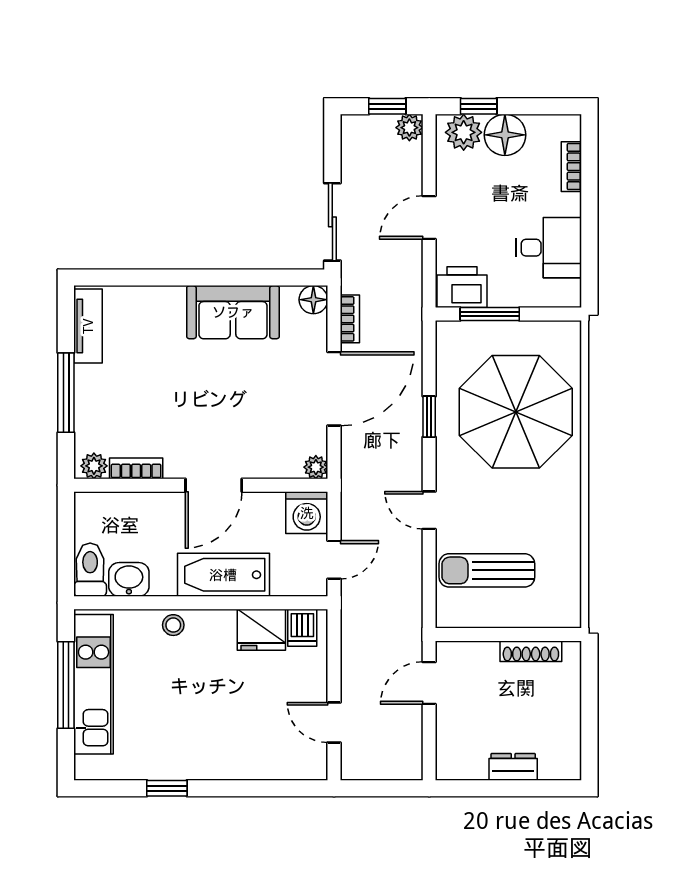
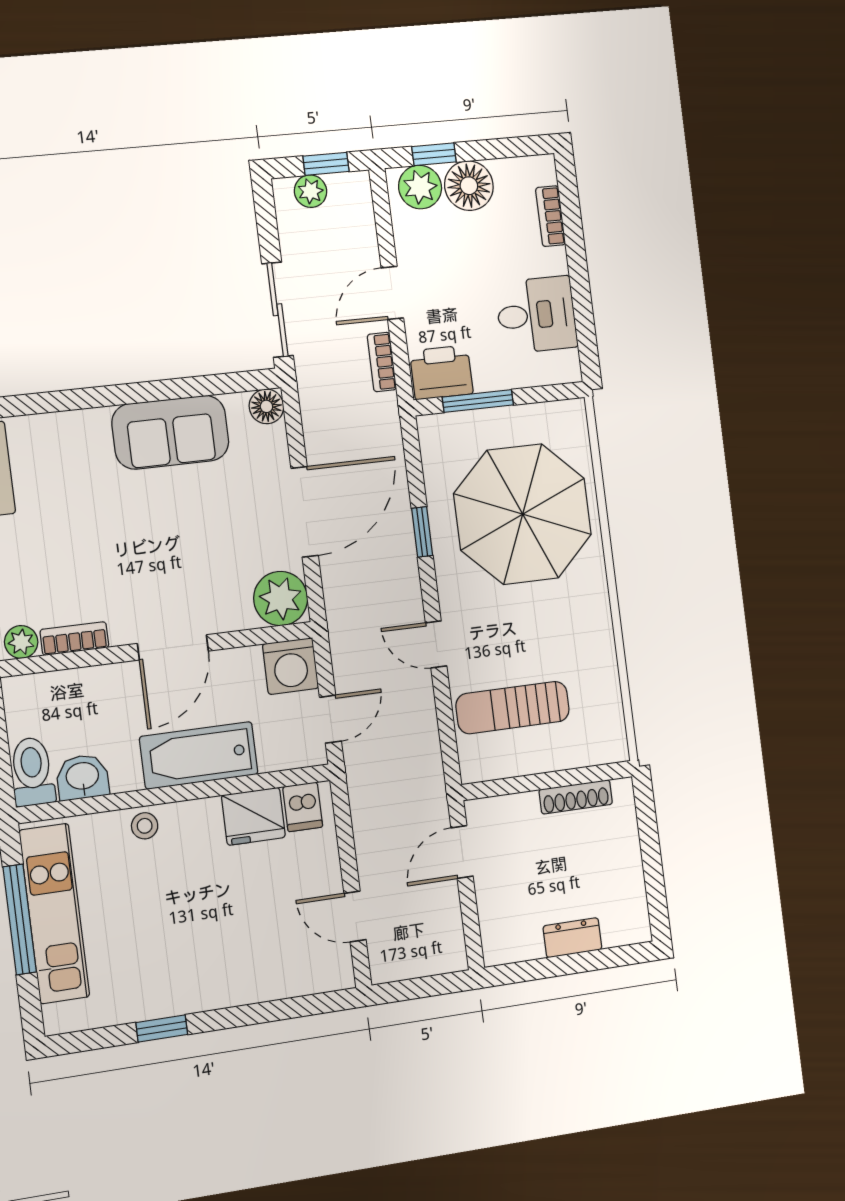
plant: (409, 128) -> (311, 191), moved
bookcase: (350, 319) -> (382, 362), moved, turned 180
plant: (316, 467) -> (281, 599), width x1.87, depth x1.87

